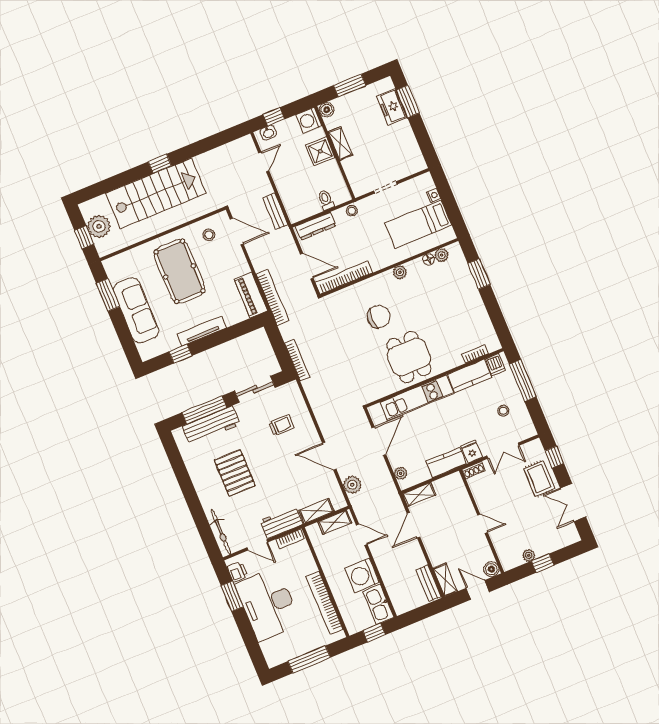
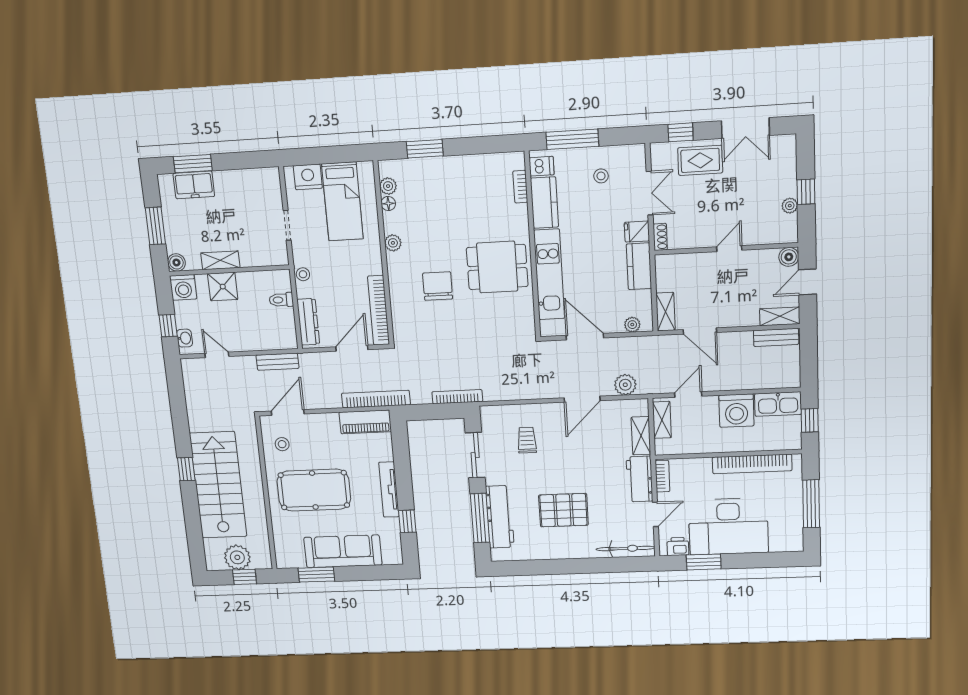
nightstand: (434, 195) -> (308, 177), width x1.89, depth x1.79

